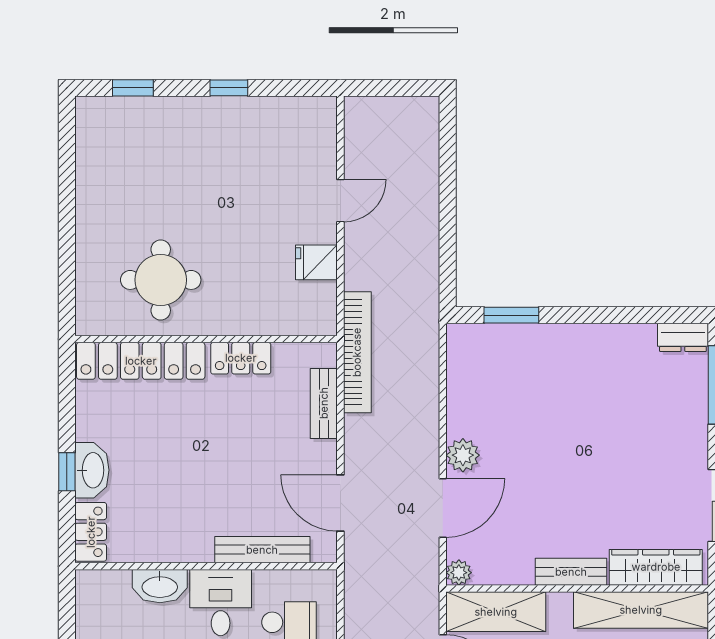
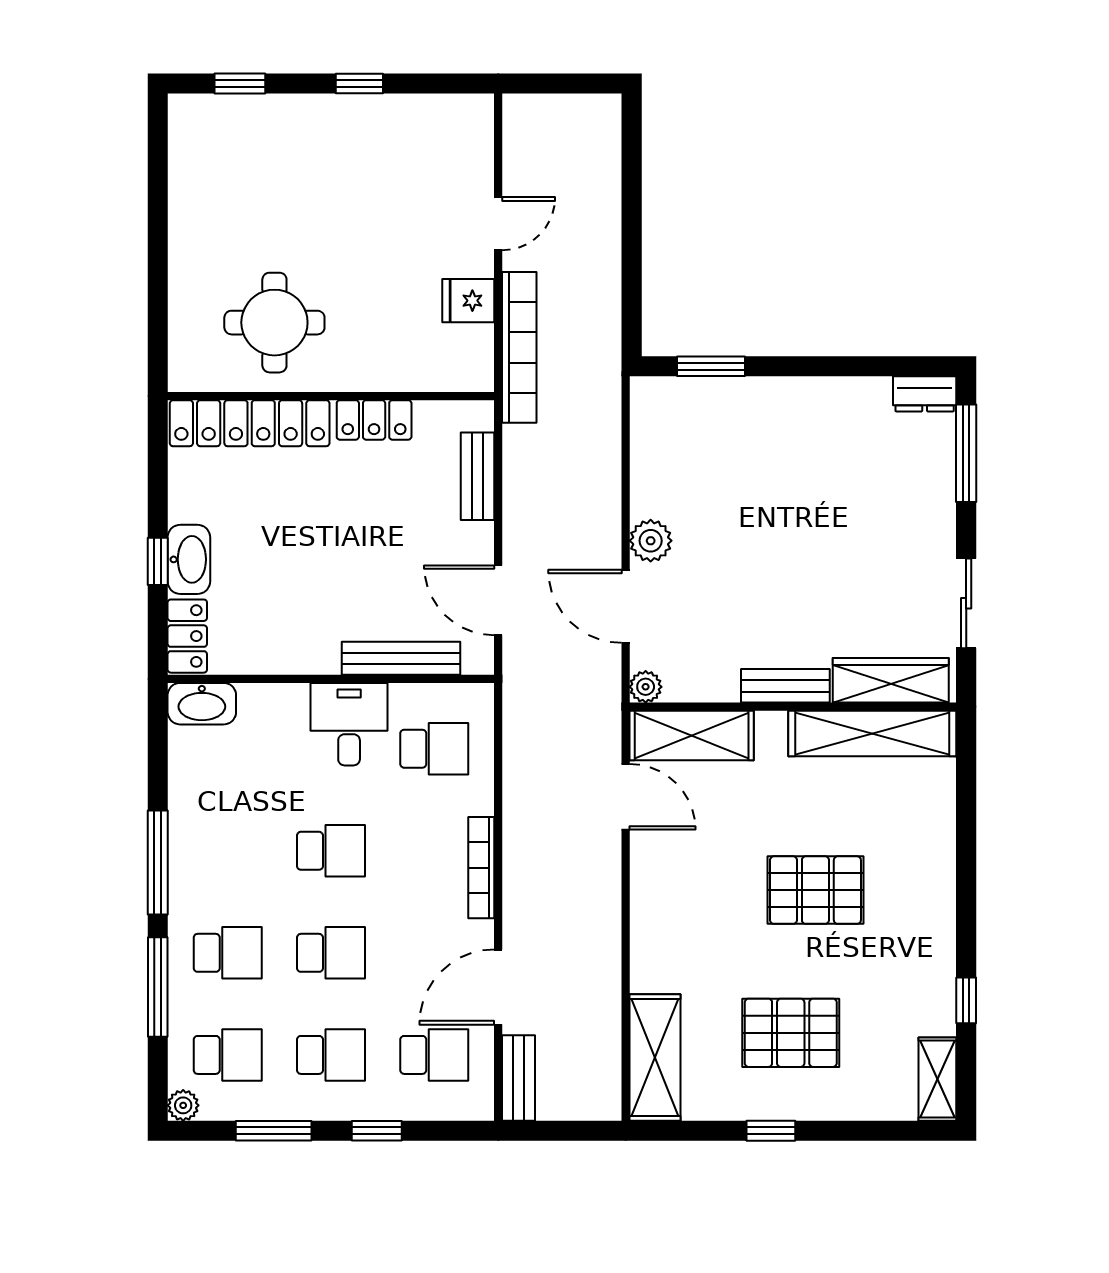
bookcase: (357, 352) -> (519, 347), moved
door: (443, 508) -> (626, 606), swing flipped
washbasin: (160, 586) -> (202, 704), moved

